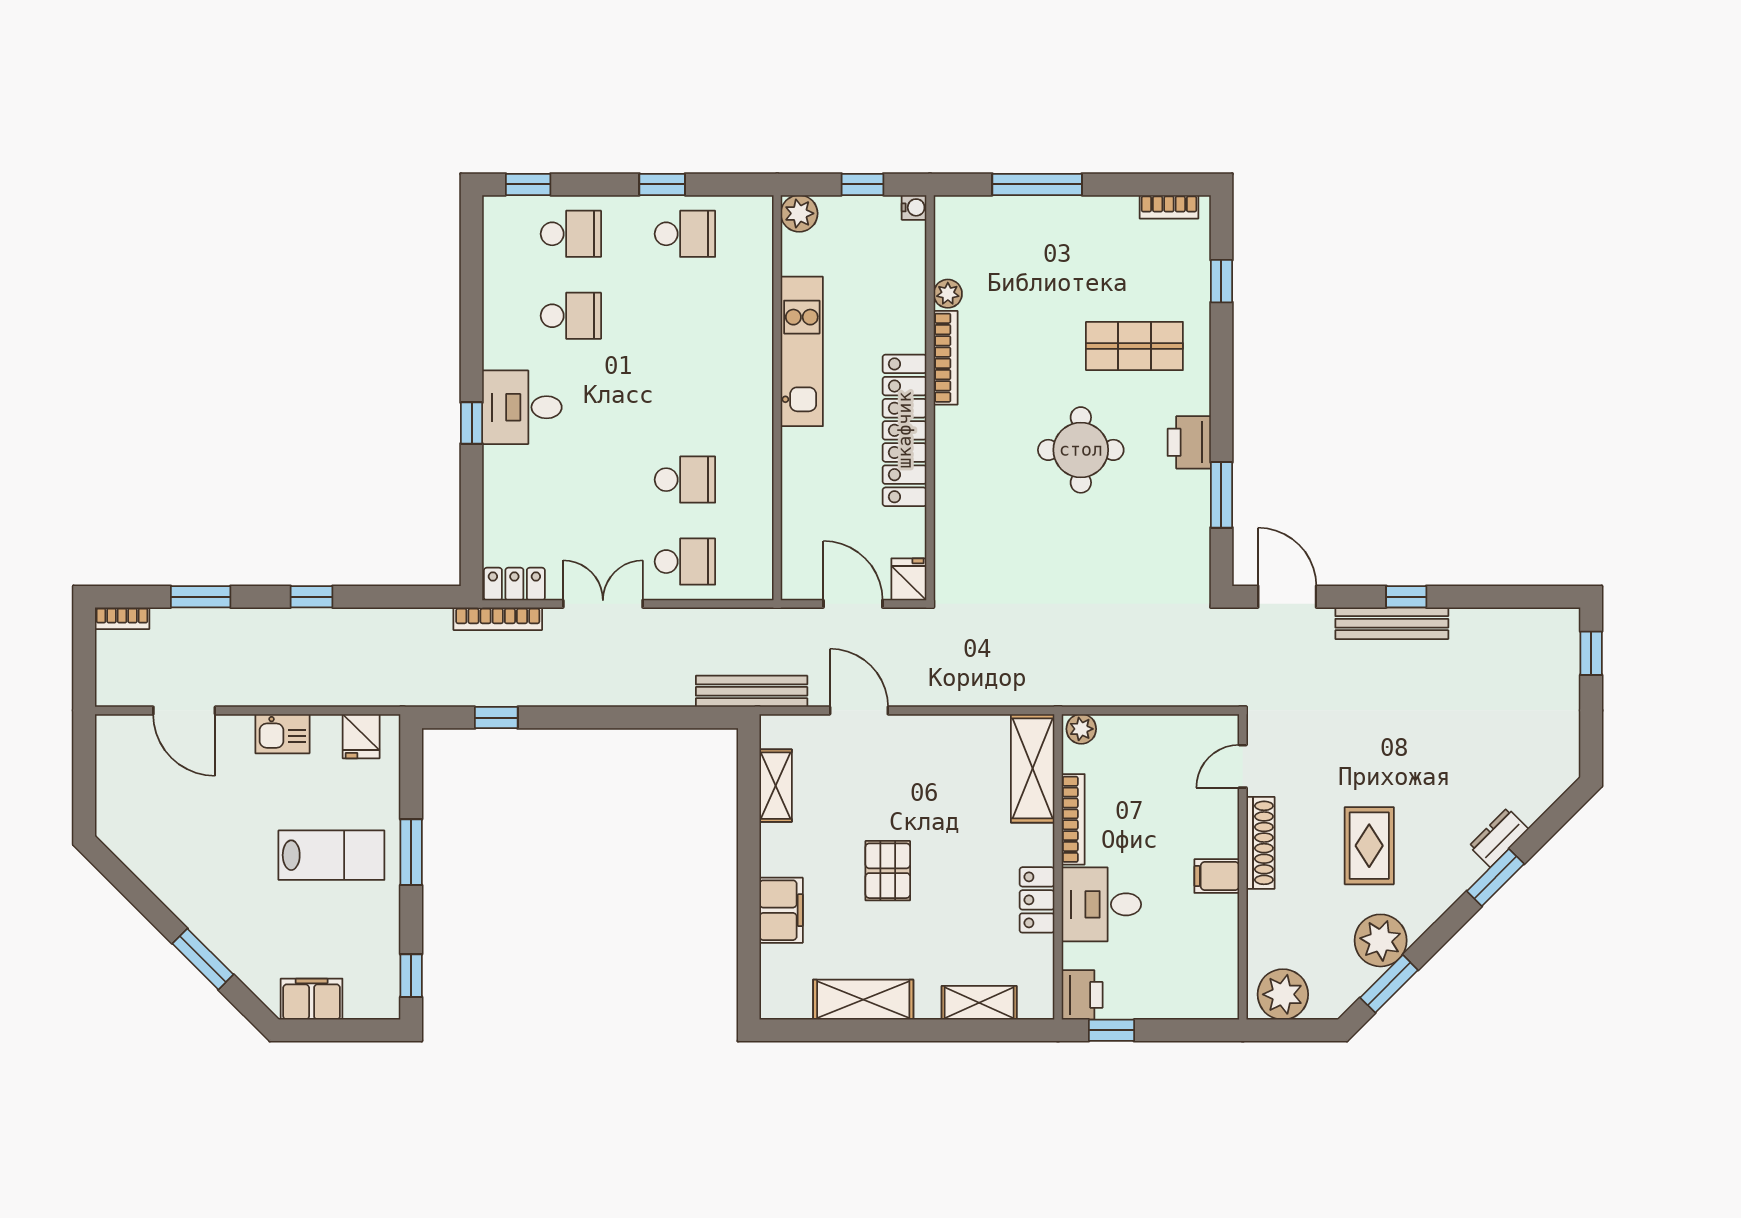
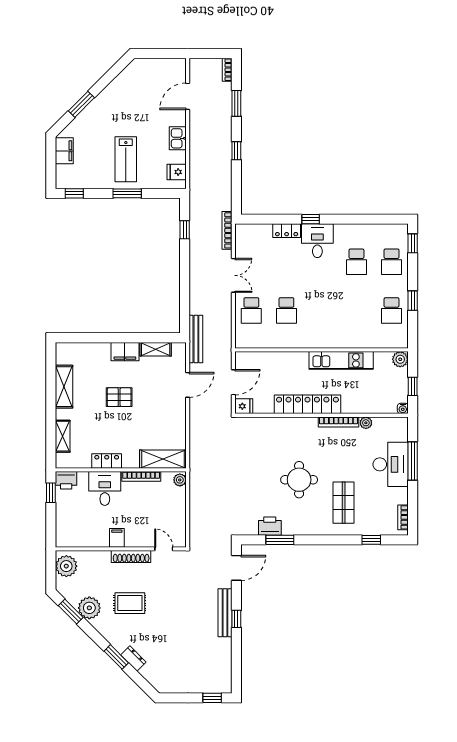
desk: (1045, 236) -> (391, 464), added
printer: (1189, 442) -> (270, 526), moved
locker: (514, 584) -> (287, 231), moved, turned 90
filing cabinet: (781, 910) -> (125, 352), moved

